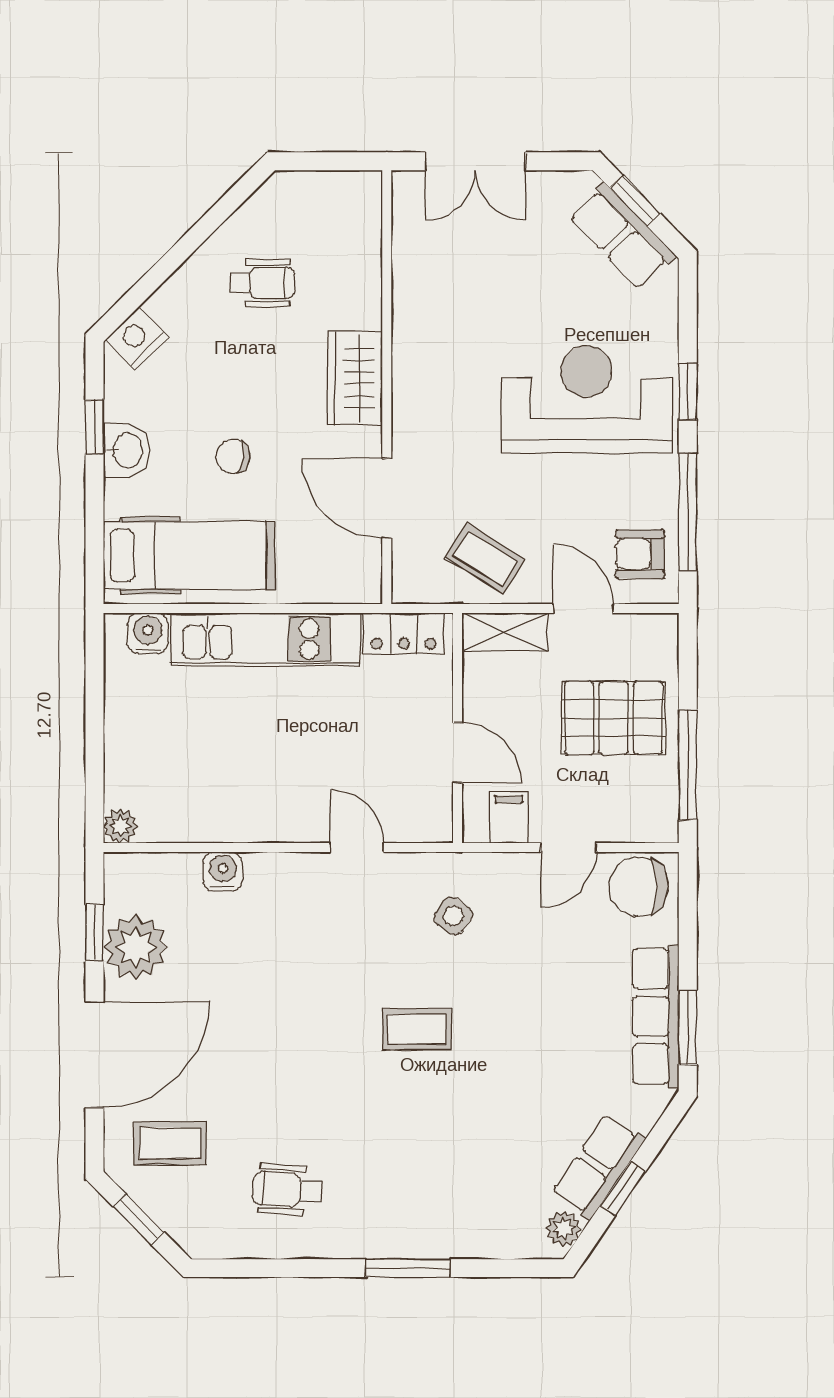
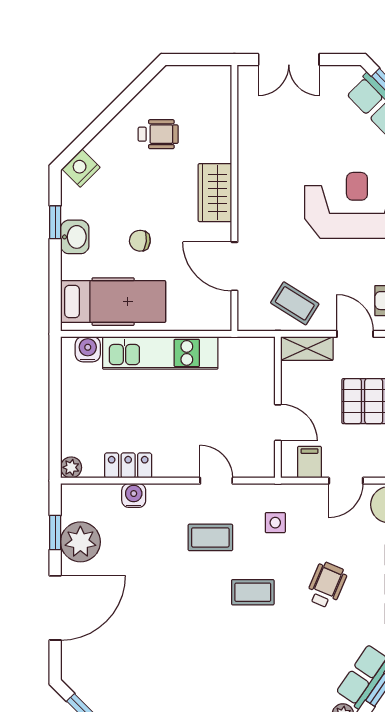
locker: (404, 633) -> (128, 465), moved, turned 180
side table: (453, 916) -> (275, 523), turned -35
coffee table: (170, 1143) -> (210, 537), moved
wheelchair: (287, 1190) -> (327, 585), moved, turned 109

